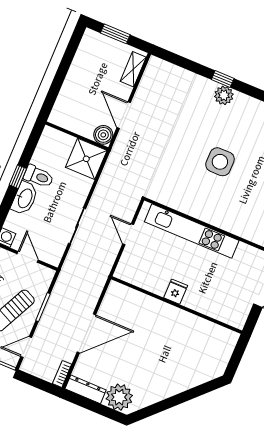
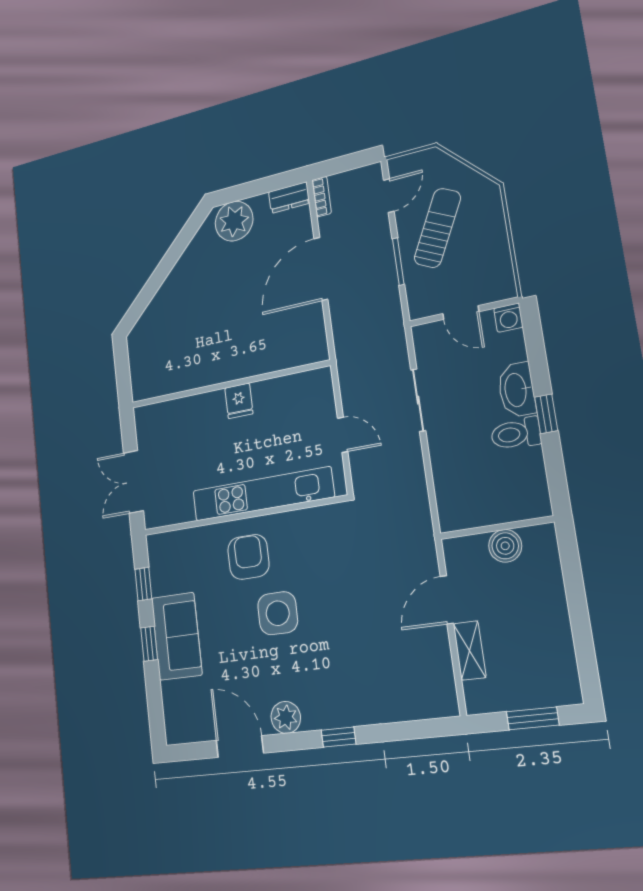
shelving: (133, 69) -> (470, 650), moved
plant: (224, 95) -> (286, 717), moved
door: (124, 115) -> (447, 600), swing flipped
boiler: (103, 135) -> (505, 546), moved
shower: (86, 159) -> (462, 503), removed
armchair: (220, 202) -> (248, 557), added
dresser: (86, 389) -> (289, 198), width x0.70

